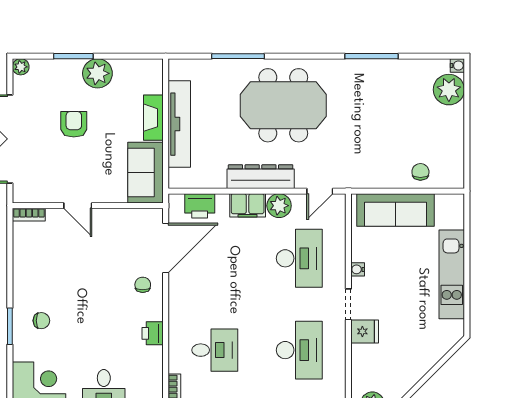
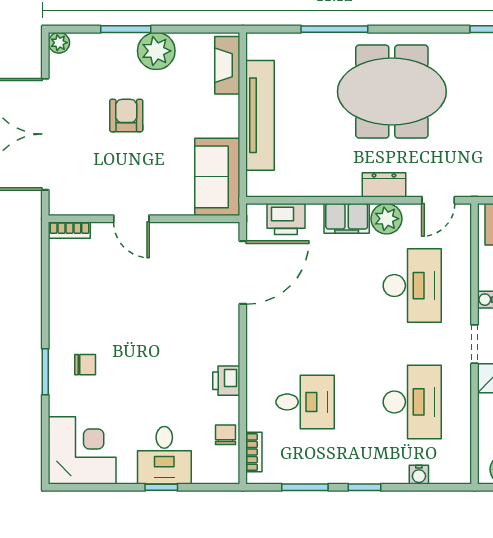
fireplace: (153, 118) -> (227, 65), moved
dresser: (261, 177) -> (384, 185), width x0.51, depth x0.80
chair: (143, 285) -> (225, 435), moved

